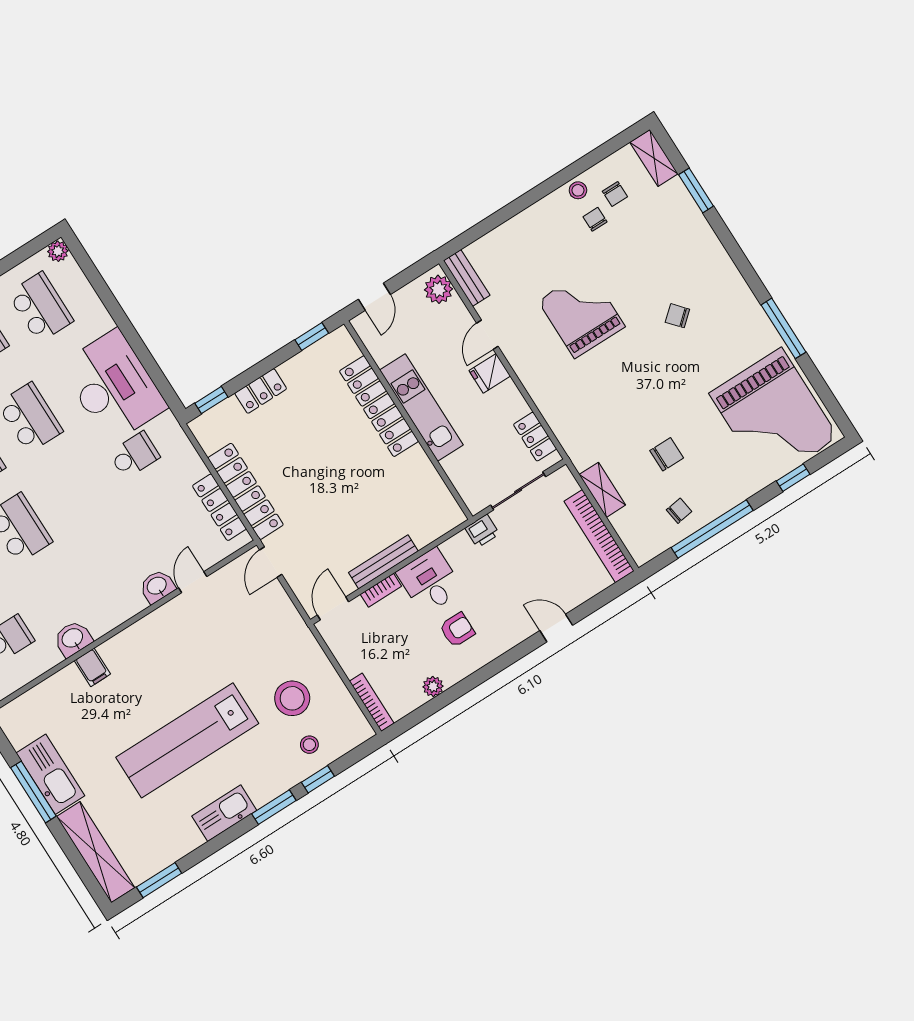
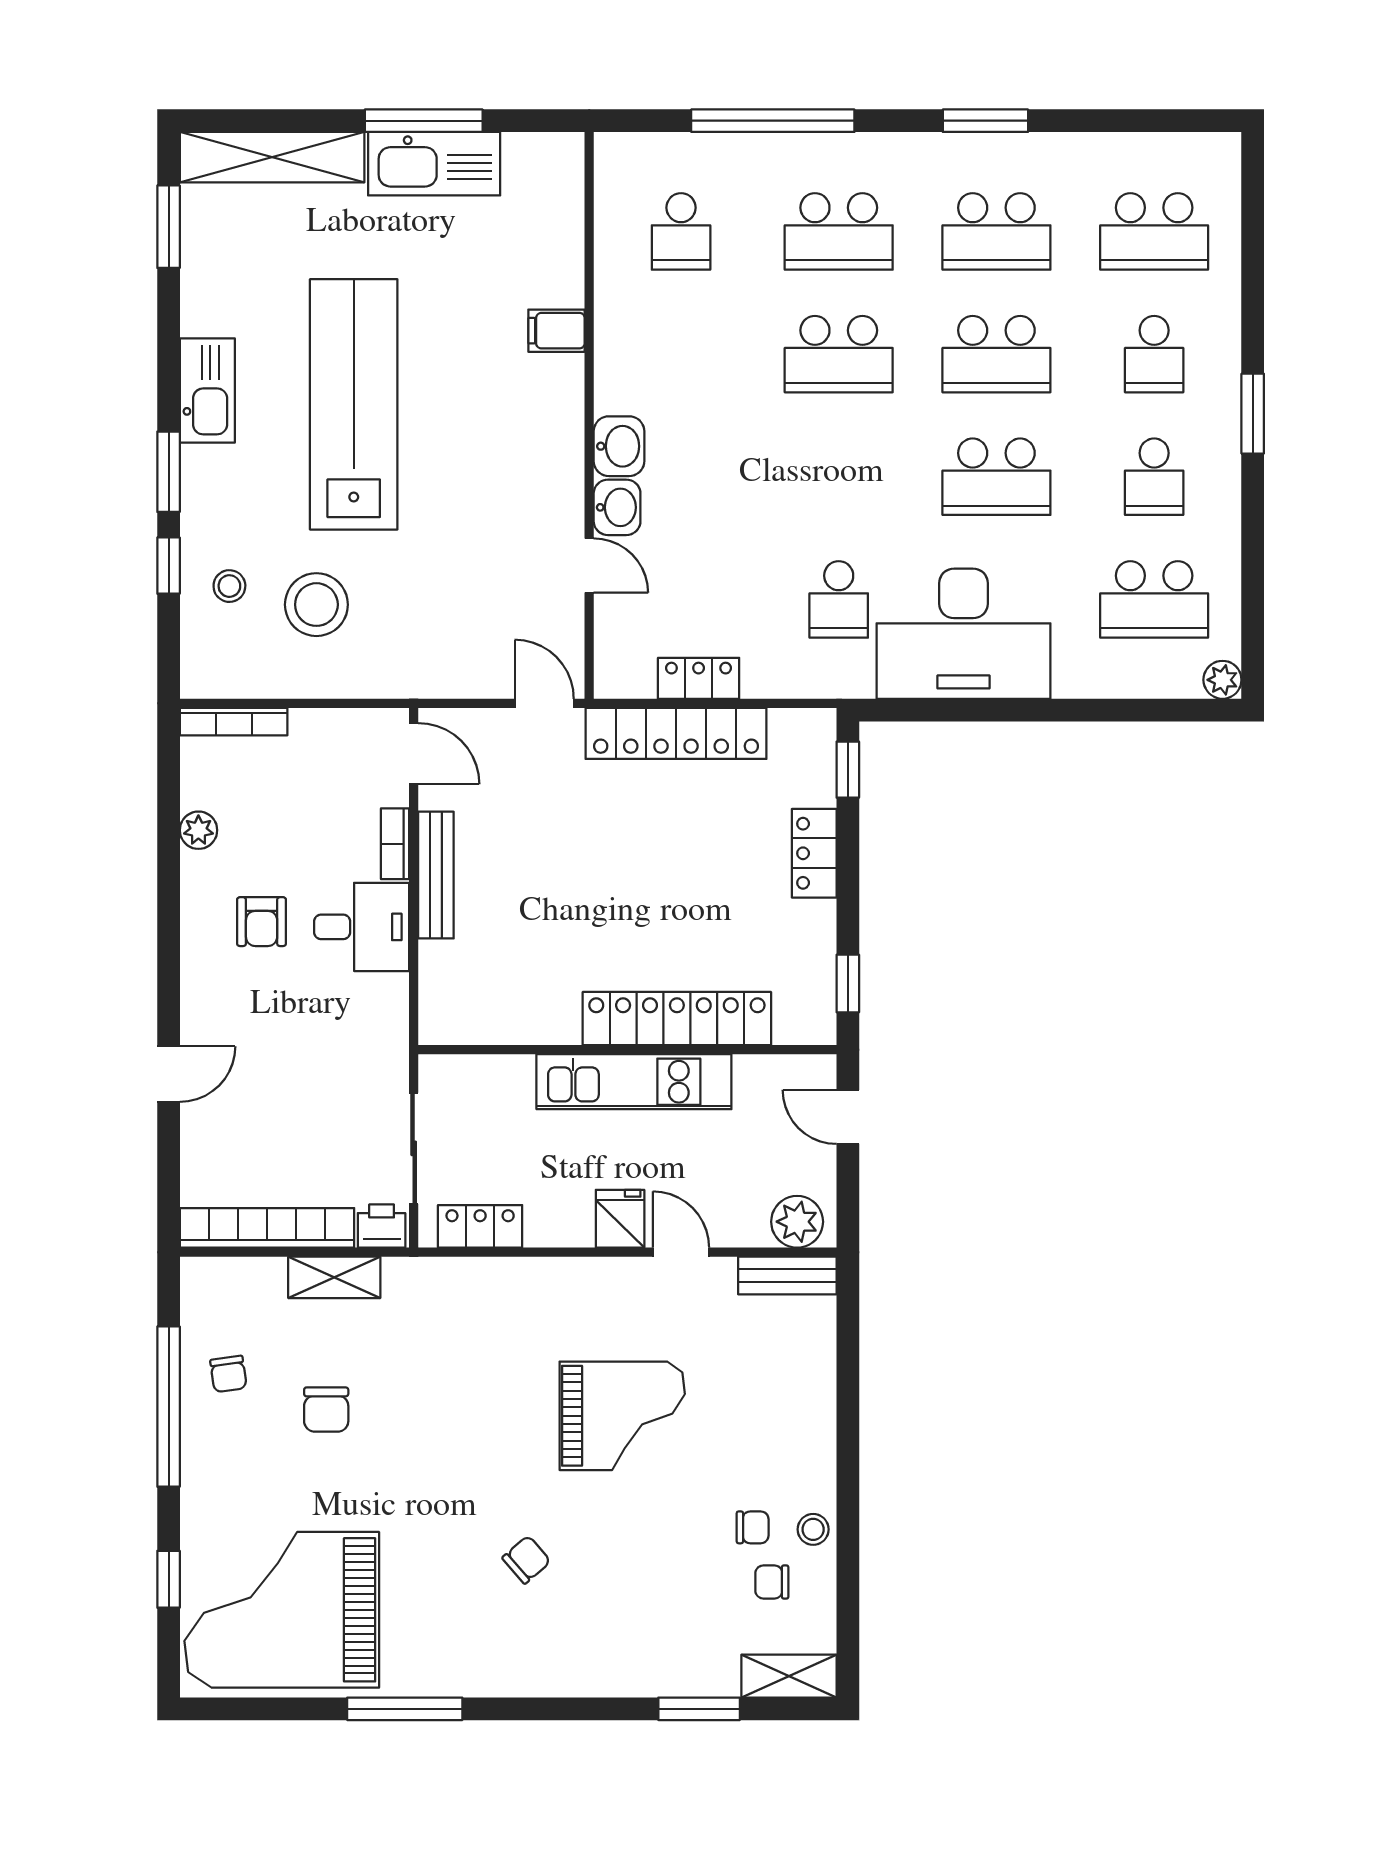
locker: (219, 507) -> (699, 678), width x0.66
printer: (482, 531) -> (382, 1226), moved, turned 90
washbasin: (73, 639) -> (619, 446), moved

